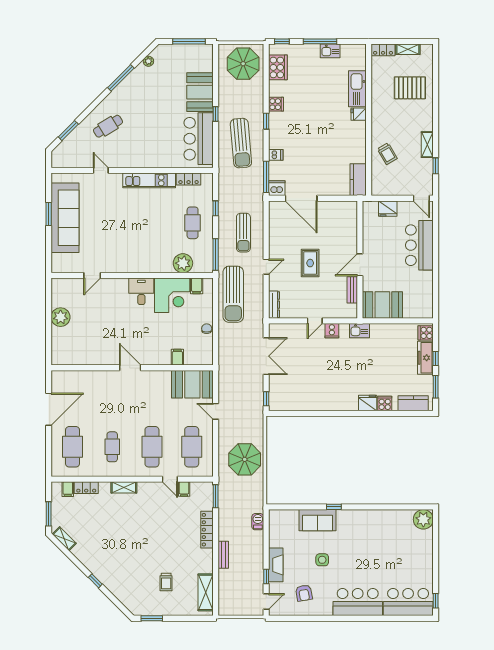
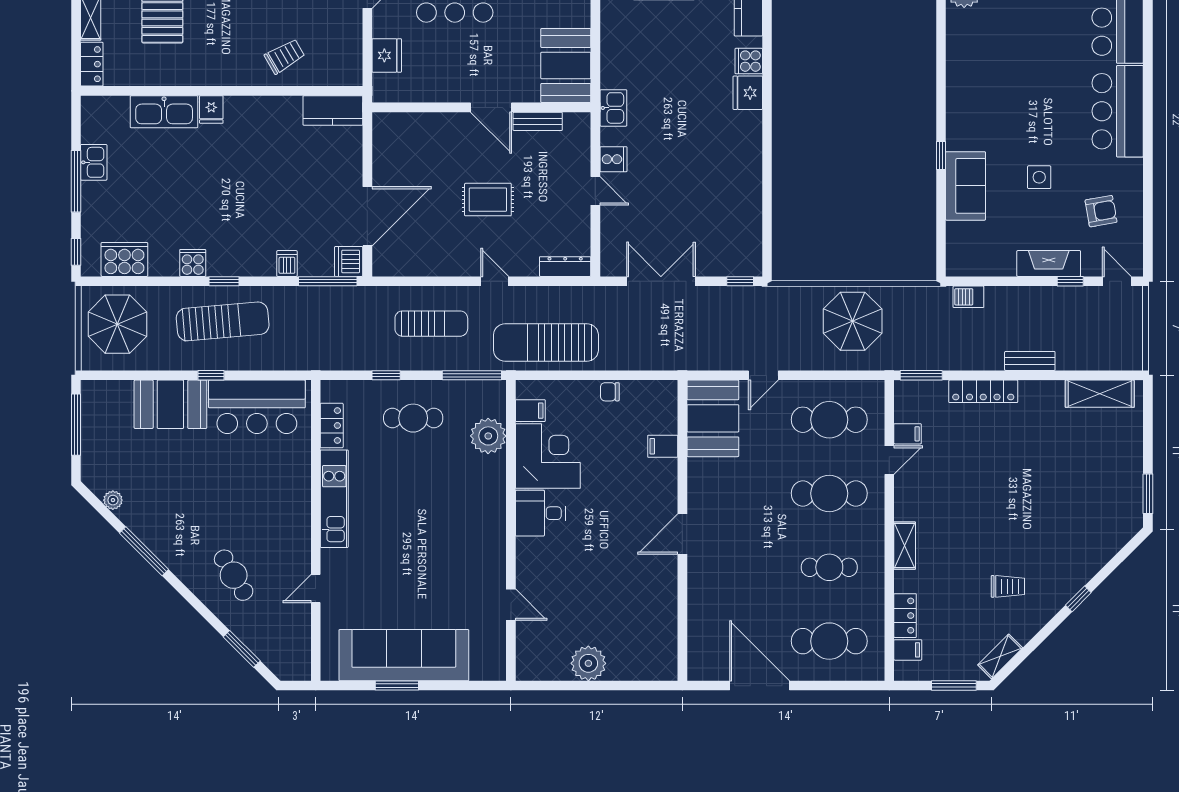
sun lounger: (241, 143) -> (223, 321), moved
sun lounger: (233, 294) -> (546, 343), turned 180
trolley: (166, 582) -> (1008, 586), moved

